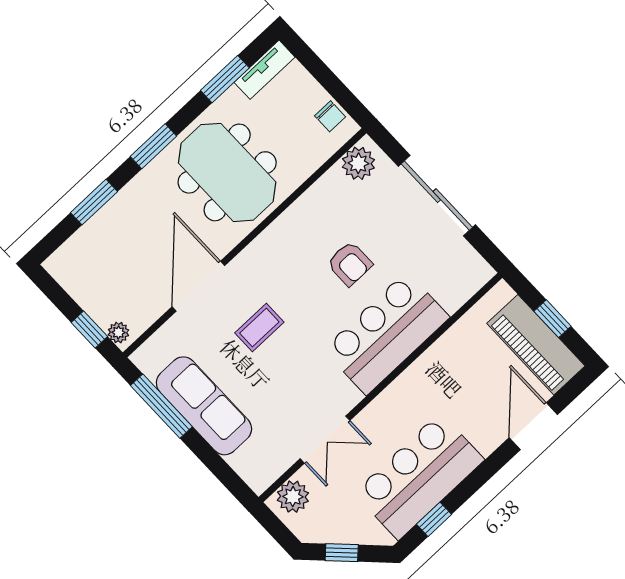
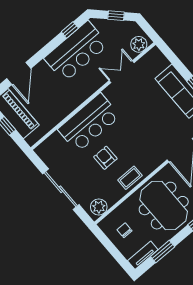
chair: (330, 116) -> (124, 230), moved
coffee table: (259, 327) -> (130, 178), moved

